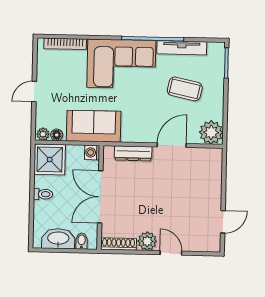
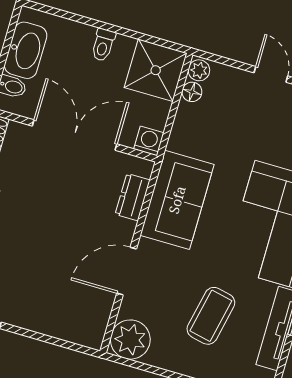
sofa: (94, 126) -> (177, 200), moved
door: (172, 145) -> (127, 271), swing flipped
dresser: (133, 153) -> (133, 197), width x0.70

